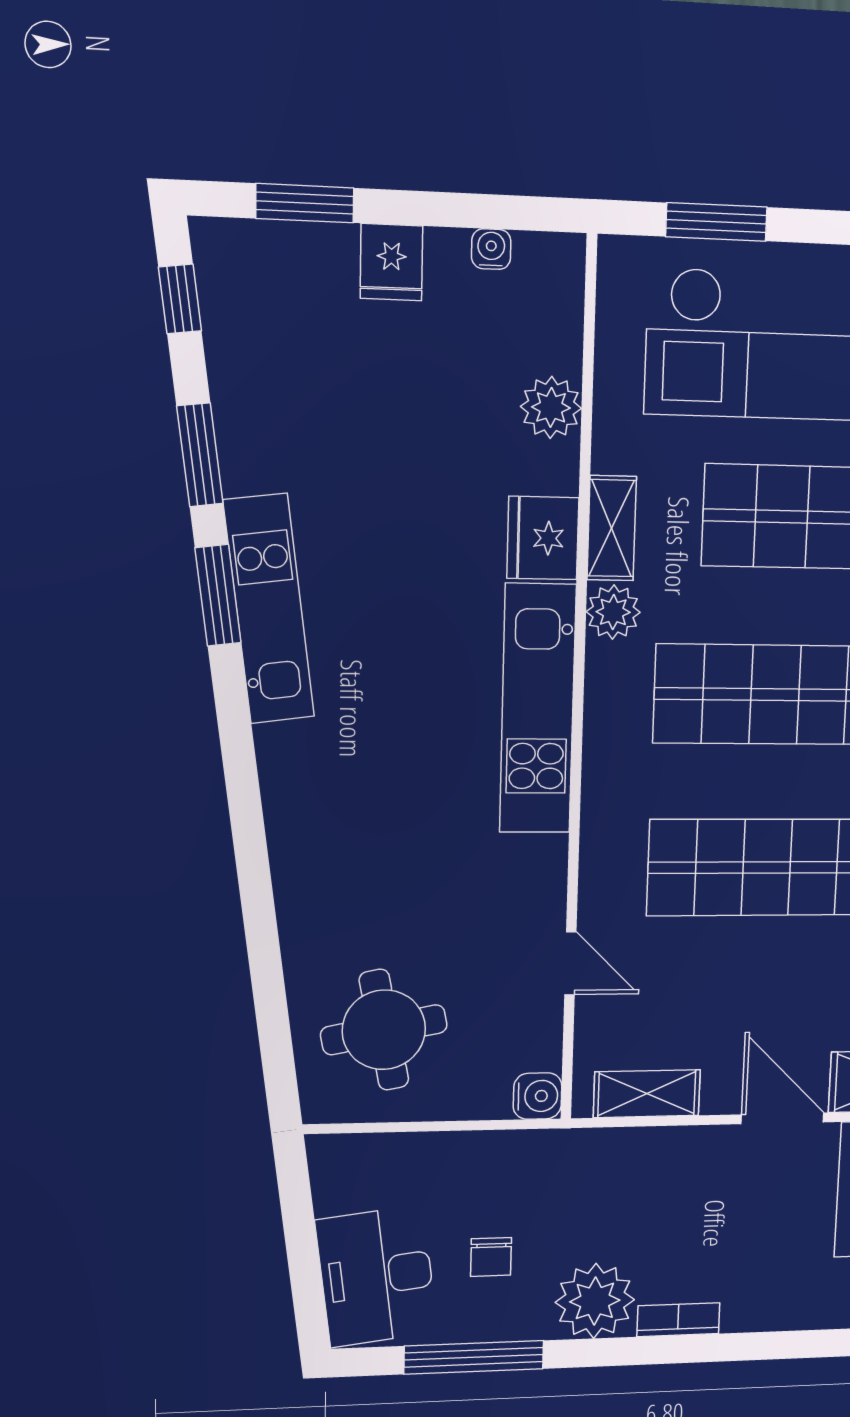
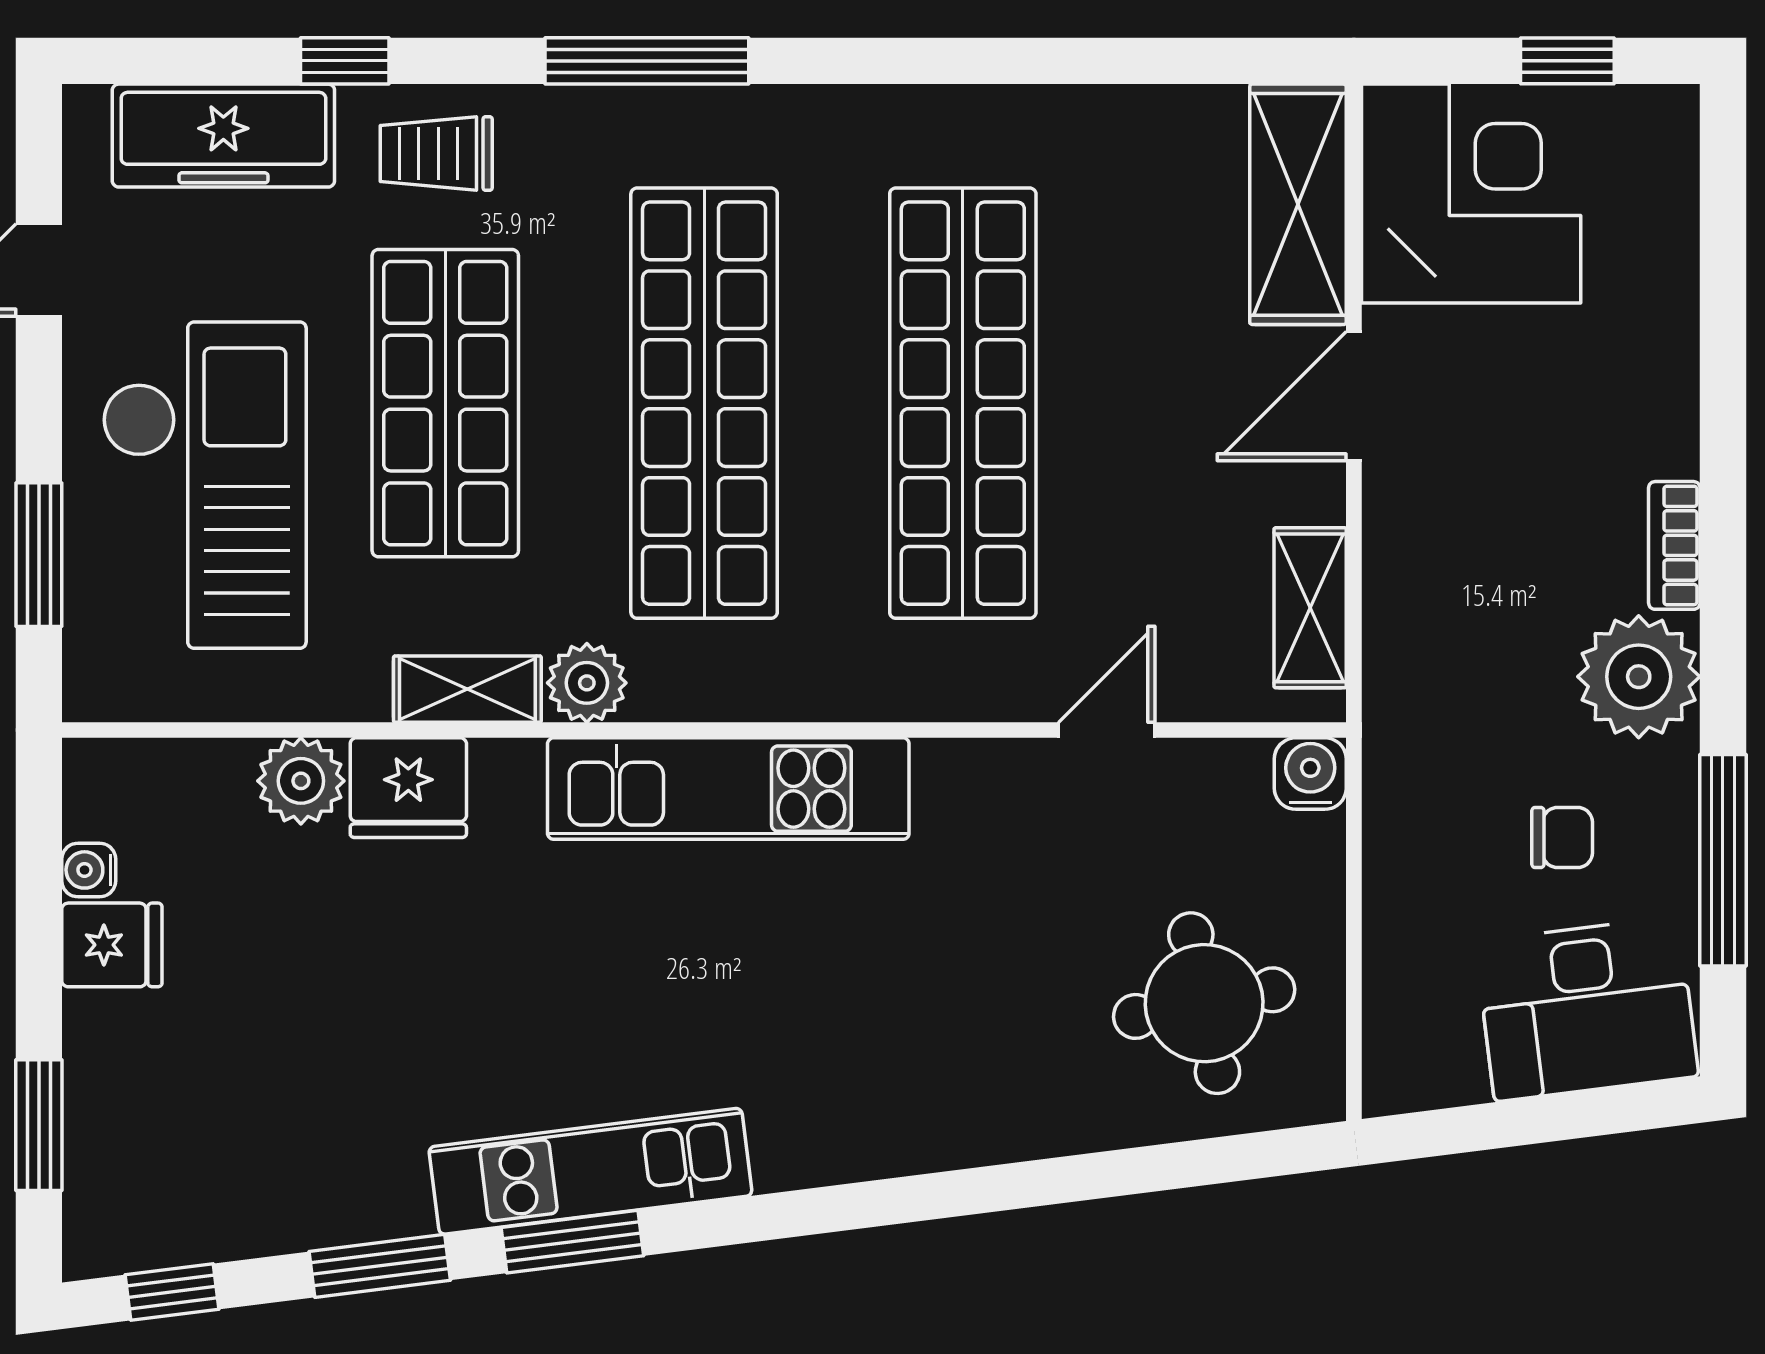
fridge: (391, 262) -> (112, 945), moved
fridge: (543, 538) -> (408, 788), moved

